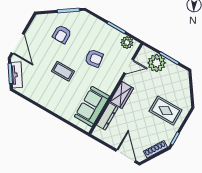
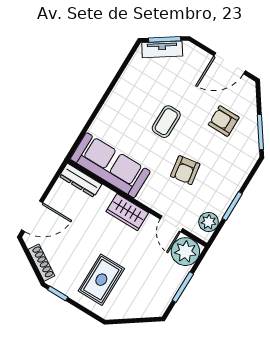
door: (18, 43) -> (230, 63), moved
plant: (157, 63) -> (185, 252), moved
sofa: (92, 106) -> (110, 165), width x1.36
dresser: (107, 116) -> (80, 180), moved

